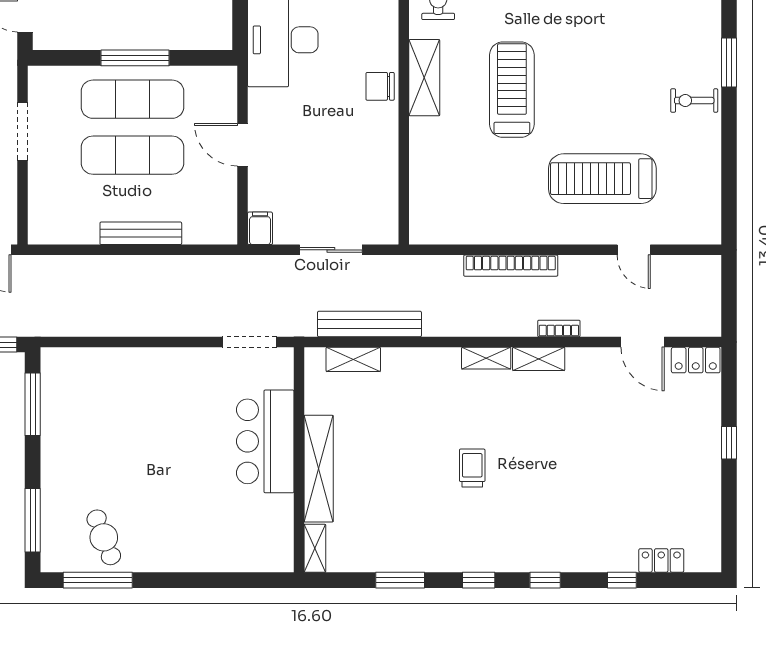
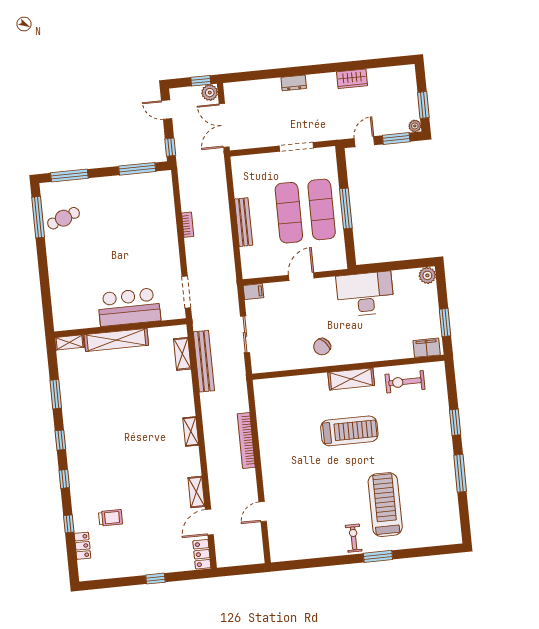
chair: (380, 86) -> (322, 347), moved, turned -131
treadmill: (602, 179) -> (385, 505), moved
bookcase: (559, 328) -> (188, 225), moved
shelving: (539, 359) -> (196, 492), moved
trolley: (472, 468) -> (111, 518), moved

